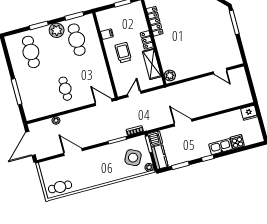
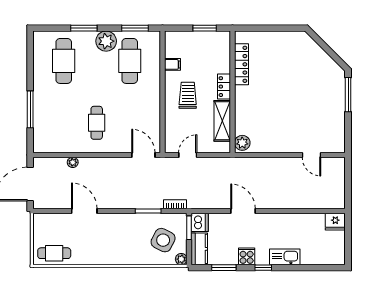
cooker: (237, 142) -> (247, 256), moved

